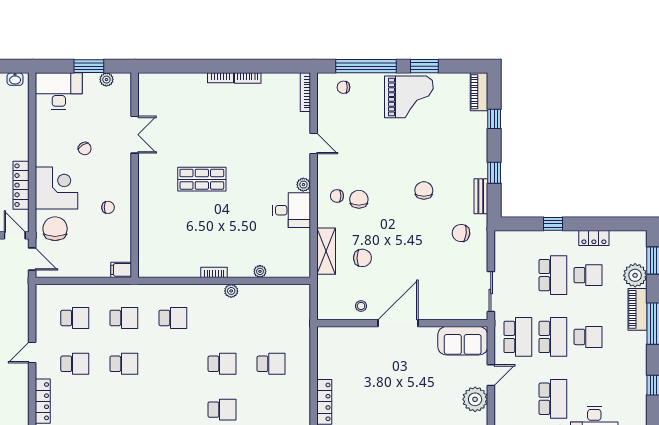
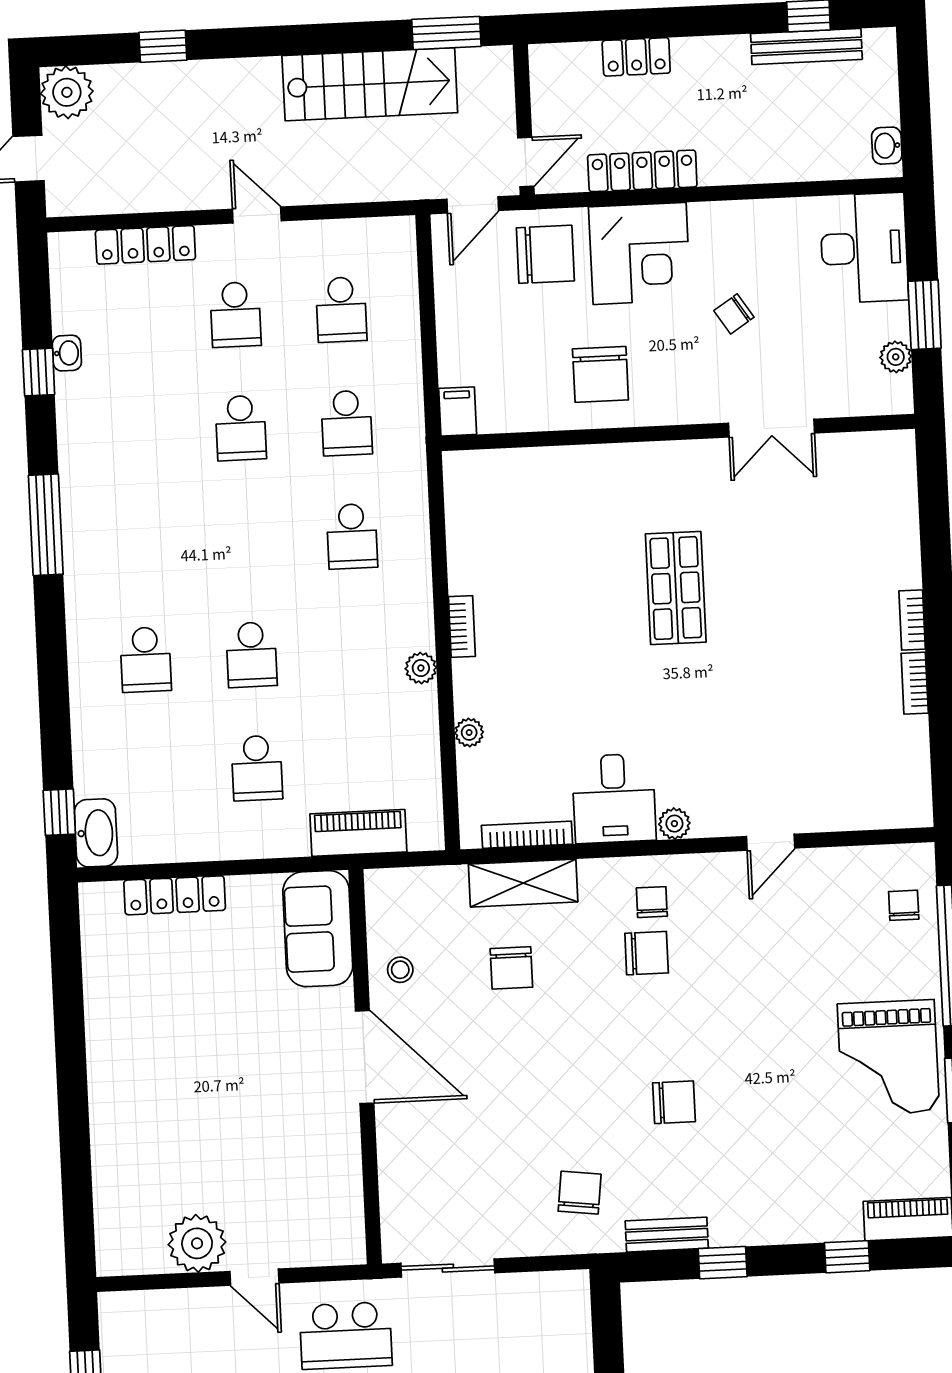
bookcase: (305, 92) -> (527, 835), moved
chair: (108, 207) -> (600, 374), width x1.87, depth x1.87
piano: (301, 321) -> (358, 833), added
sofa: (463, 341) -> (318, 929), moved

